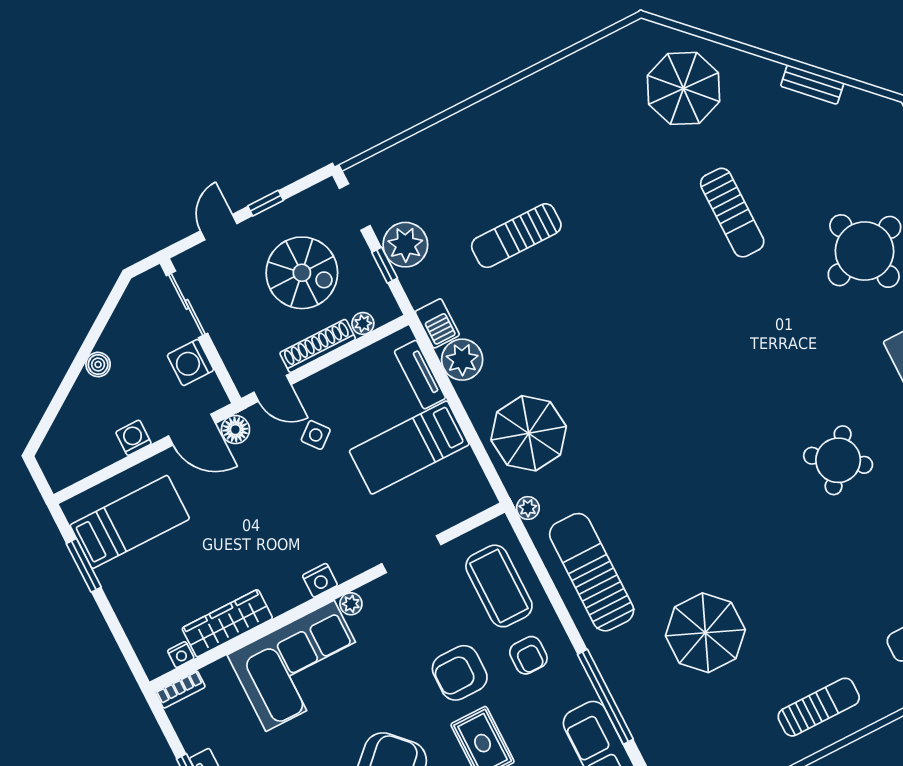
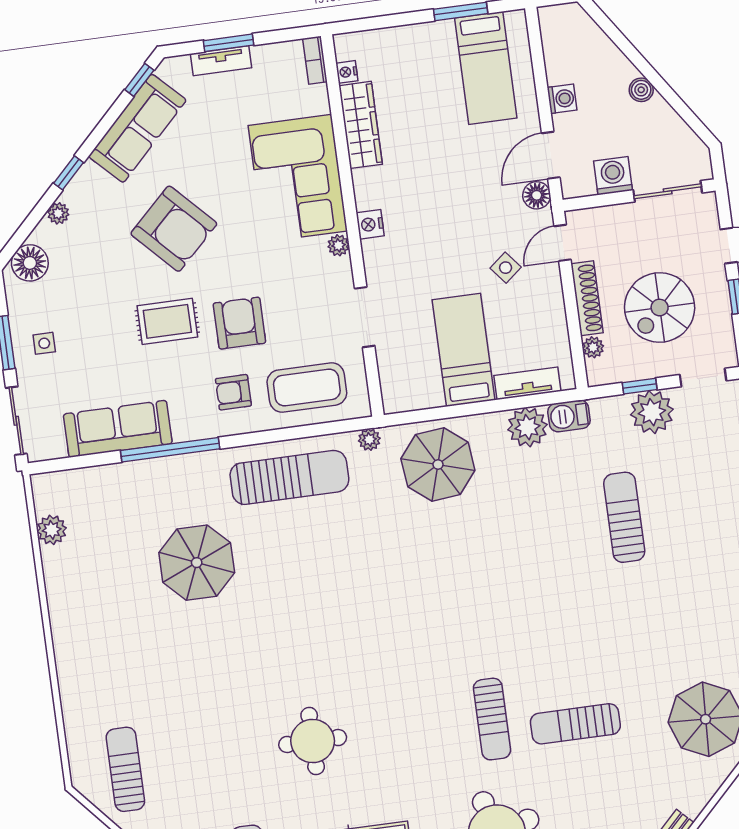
round table: (838, 460) -> (313, 741), turned -37
sun lounger: (819, 707) -> (492, 719), moved

